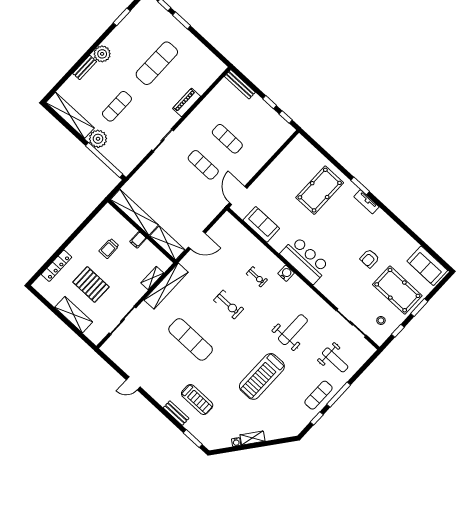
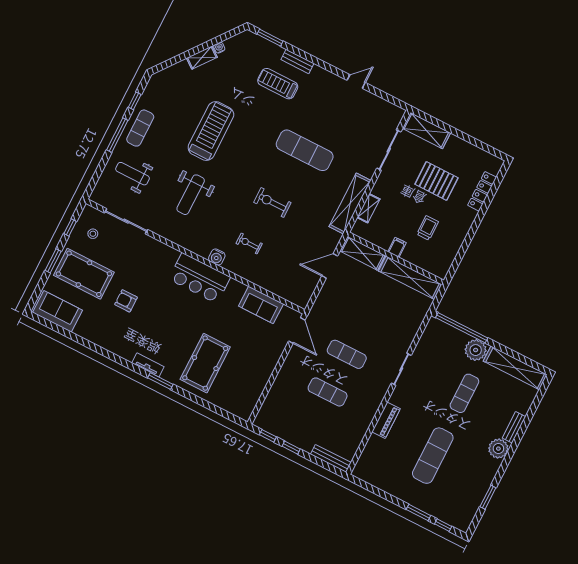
armchair: (370, 259) -> (126, 301), turned -90
shelving: (74, 315) -> (426, 131), moved

